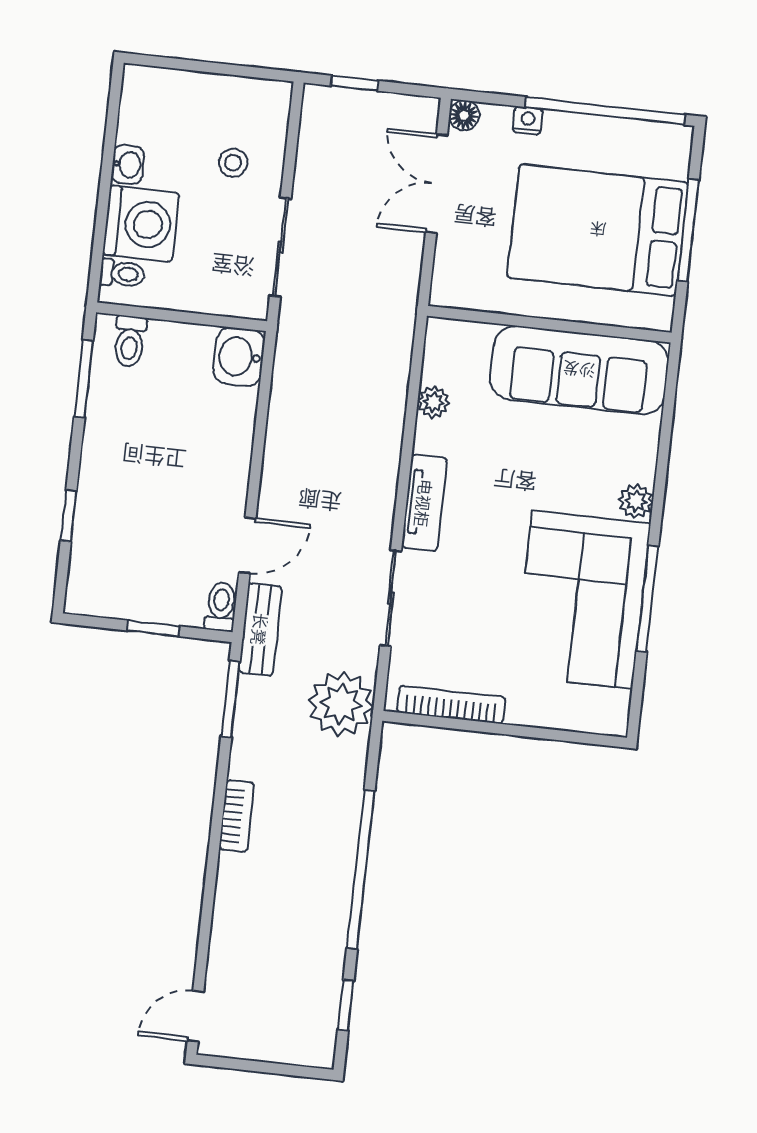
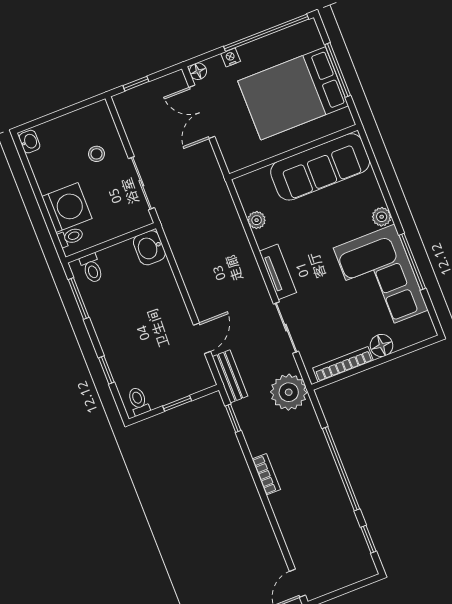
washbasin: (128, 165) -> (29, 142), moved
toilet: (221, 607) -> (138, 401), moved
window: (230, 699) -> (233, 418), width x0.67
floor lamp: (528, 707) -> (382, 345), added

